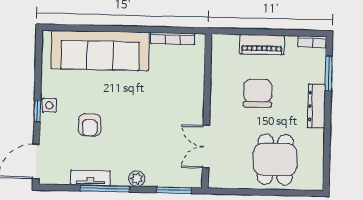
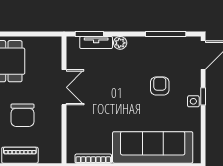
double door: (206, 147) -> (64, 87), moved
tv unit: (90, 178) -> (96, 43), moved
window: (105, 189) -> (166, 34), moved

